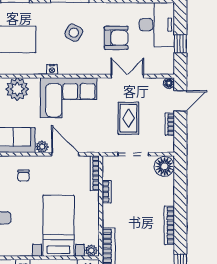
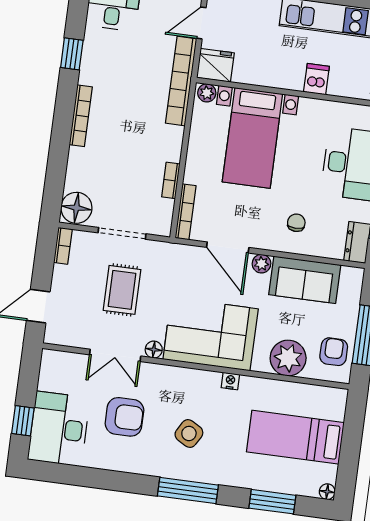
armchair: (116, 38) -> (124, 417), turned 180
window: (180, 44) -> (23, 421), moved
floor lamp: (169, 83) -> (154, 350), moved
bookcase: (170, 124) -> (63, 246), moved

